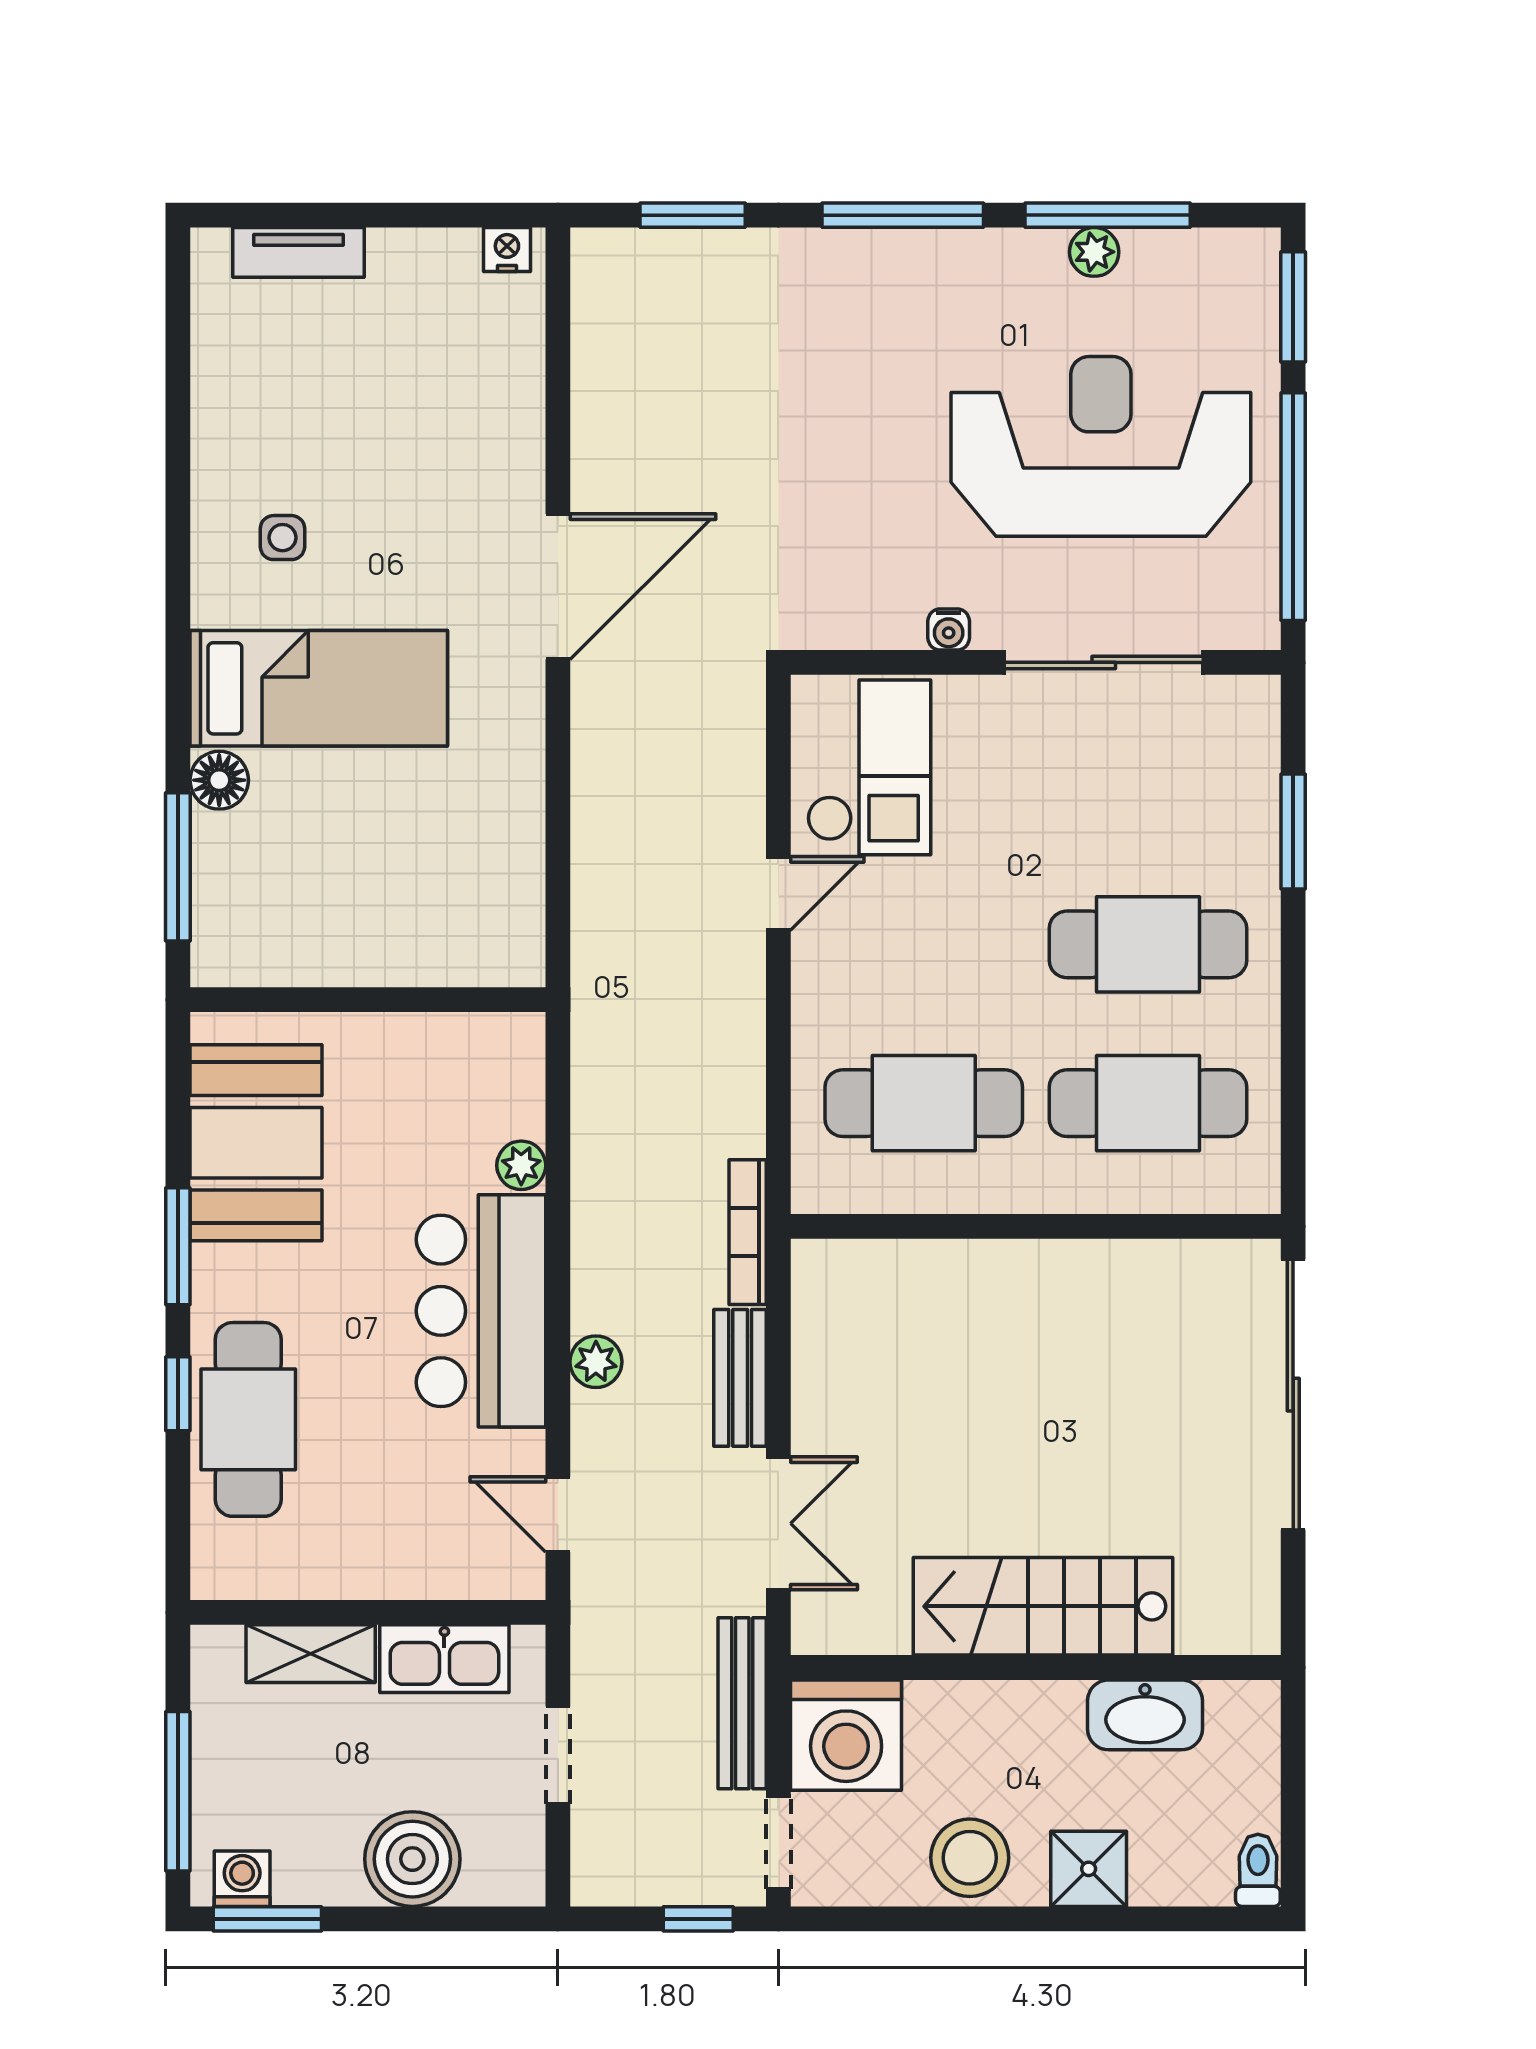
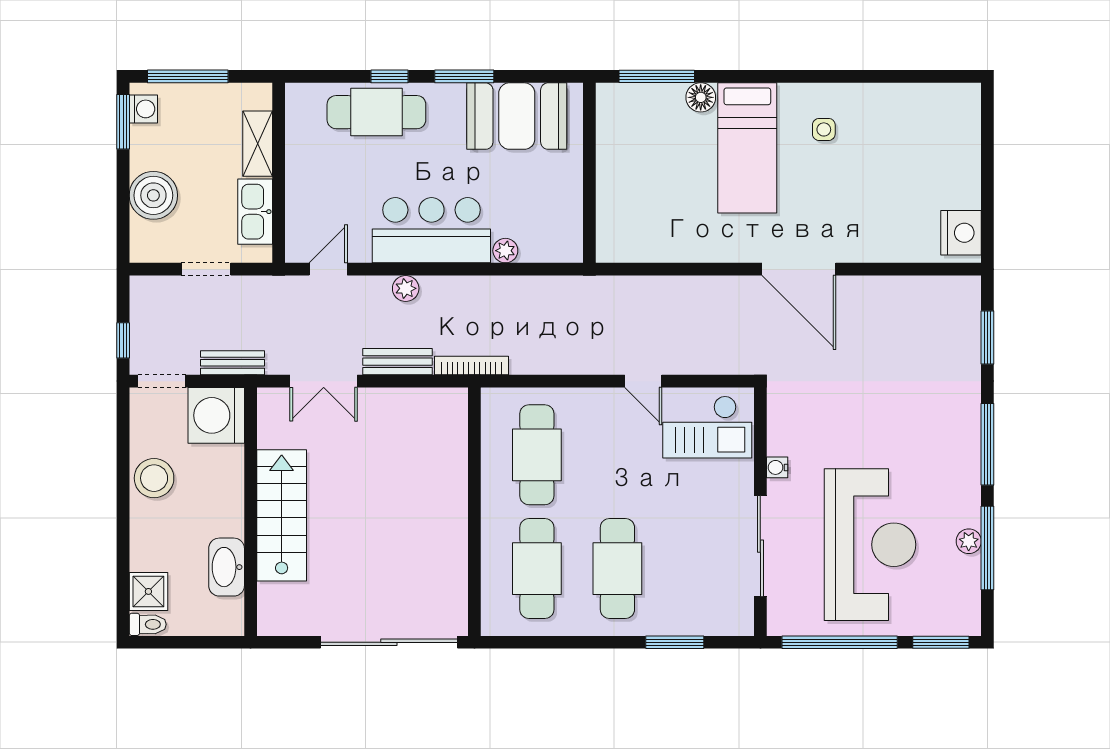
nightstand: (507, 250) -> (961, 233), width x1.89, depth x1.79
tv unit: (299, 252) -> (968, 138), removed
bench: (742, 1703) -> (232, 363), width x0.73
shower: (1089, 1869) -> (148, 591), moved

